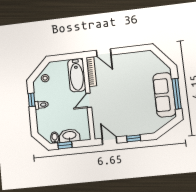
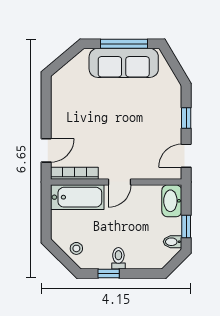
door: (89, 100) -> (120, 182), hinge flipped
washbasin: (69, 136) -> (172, 201), moved

